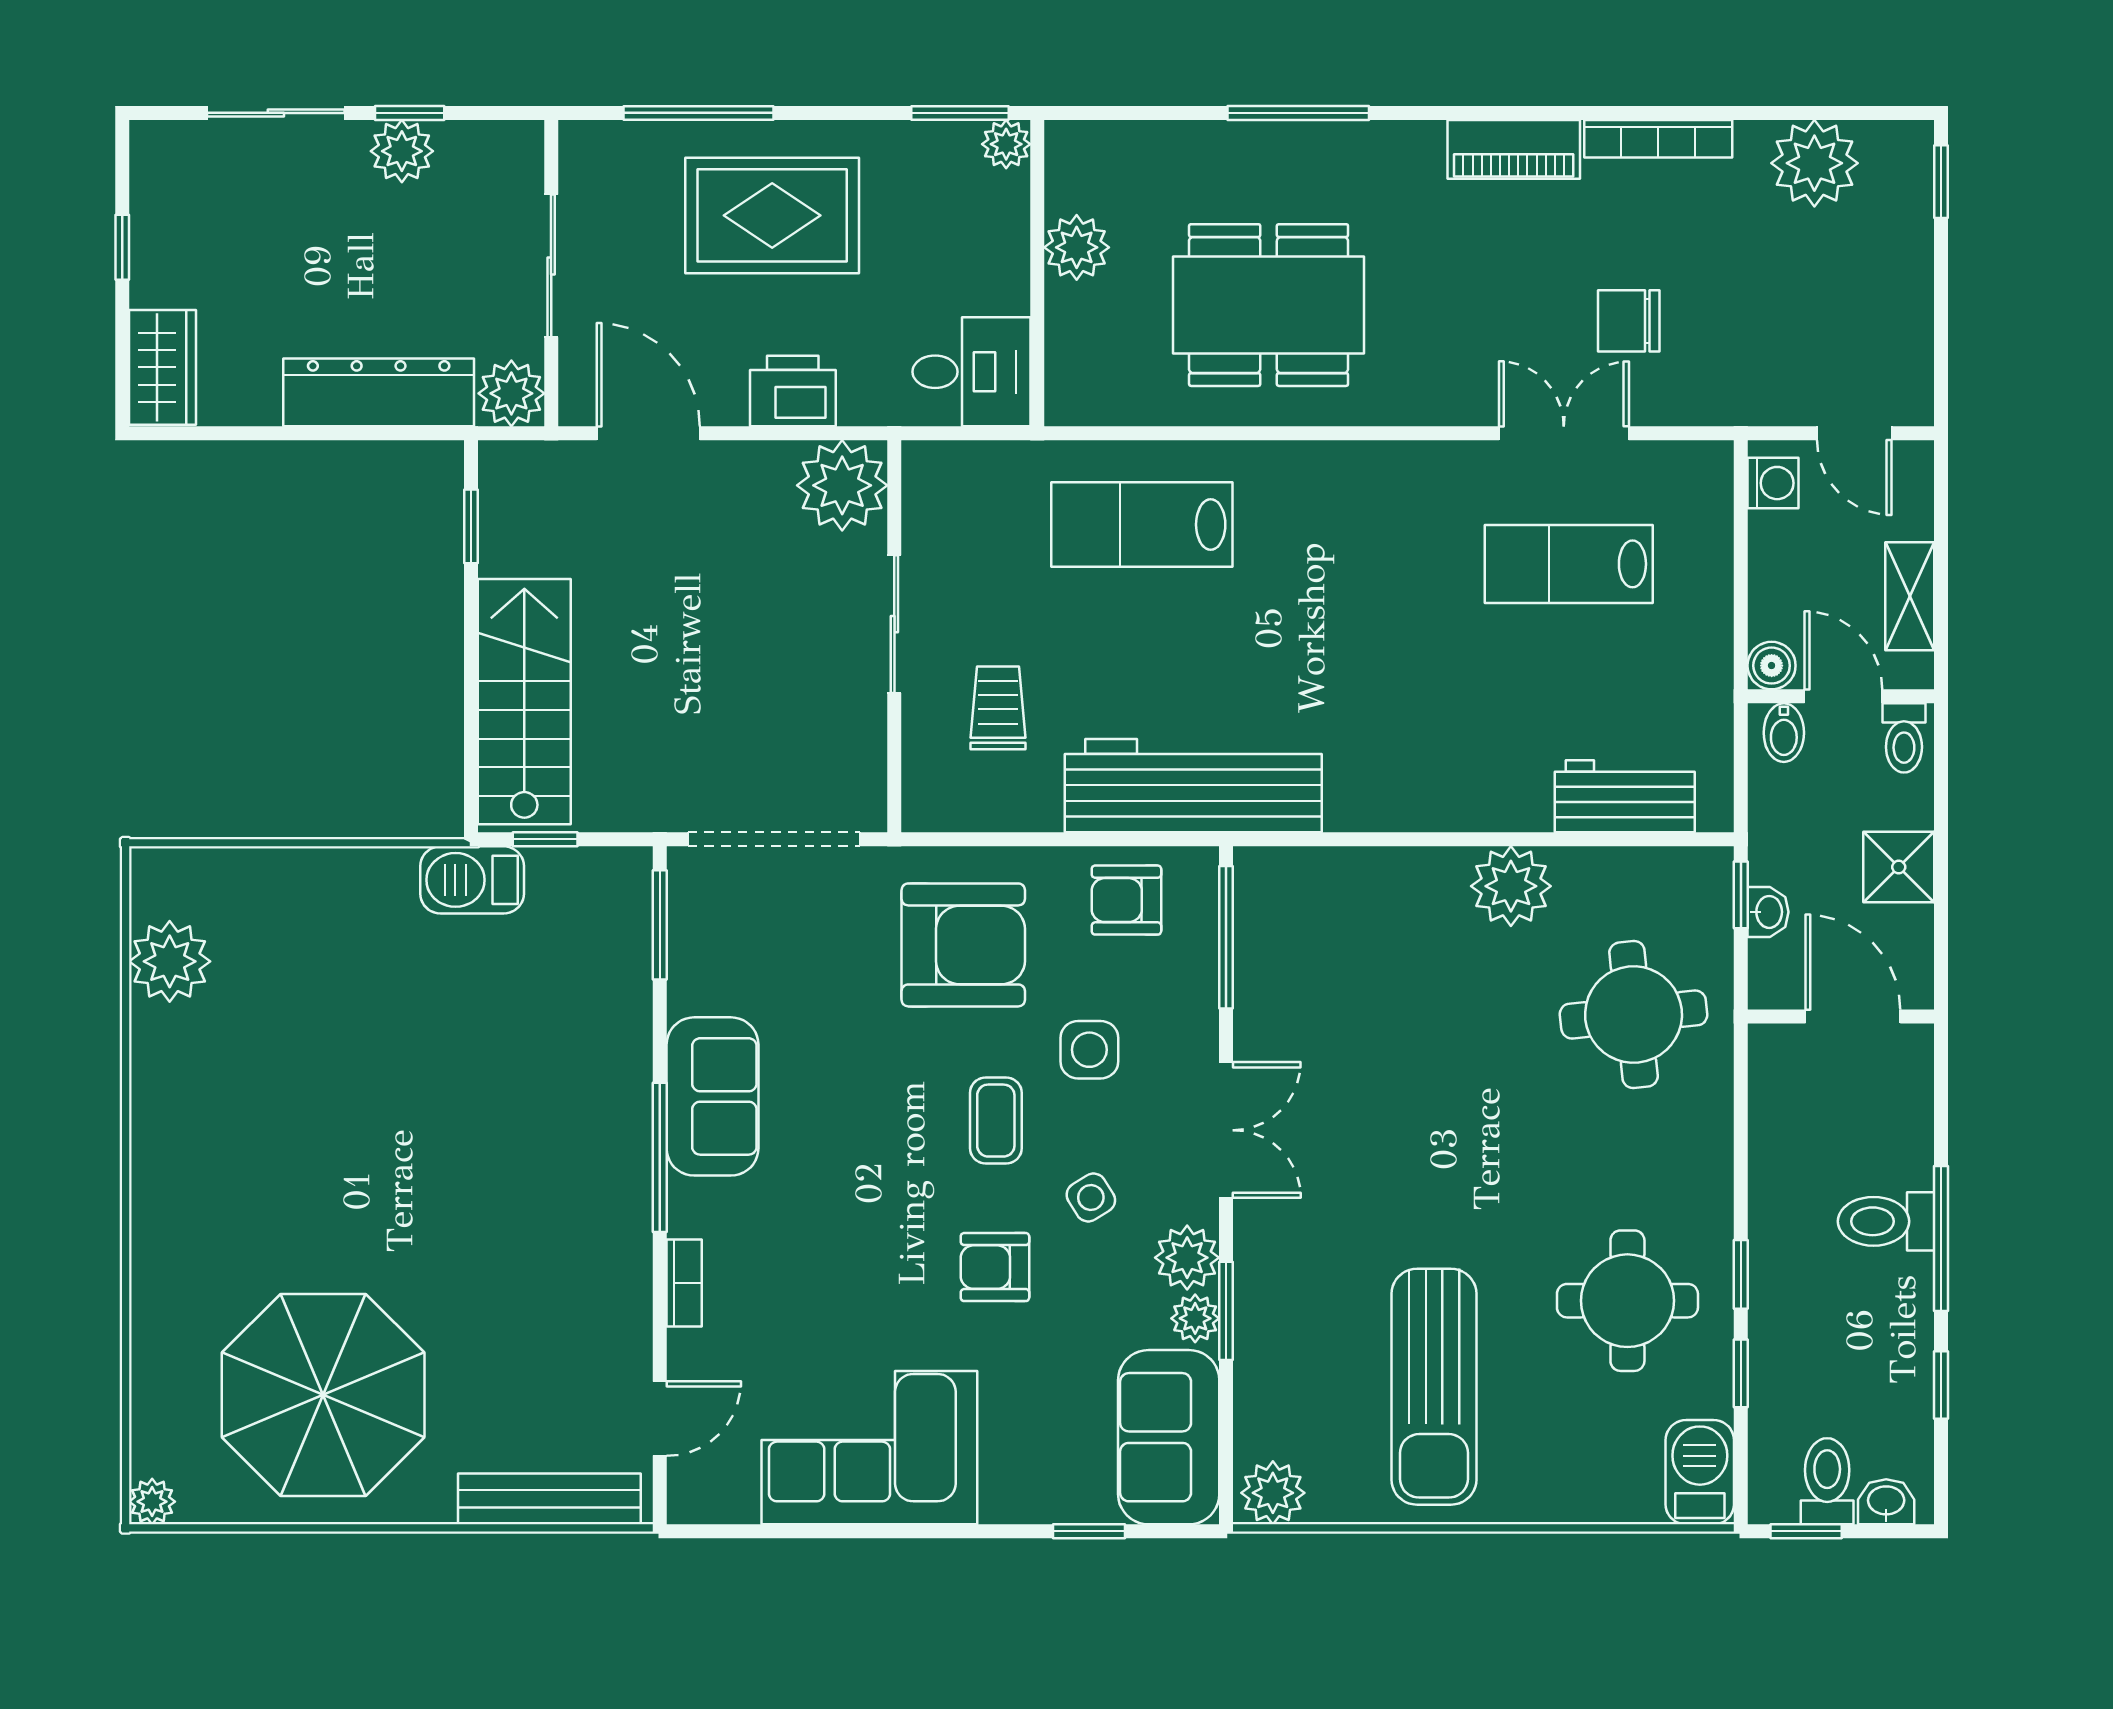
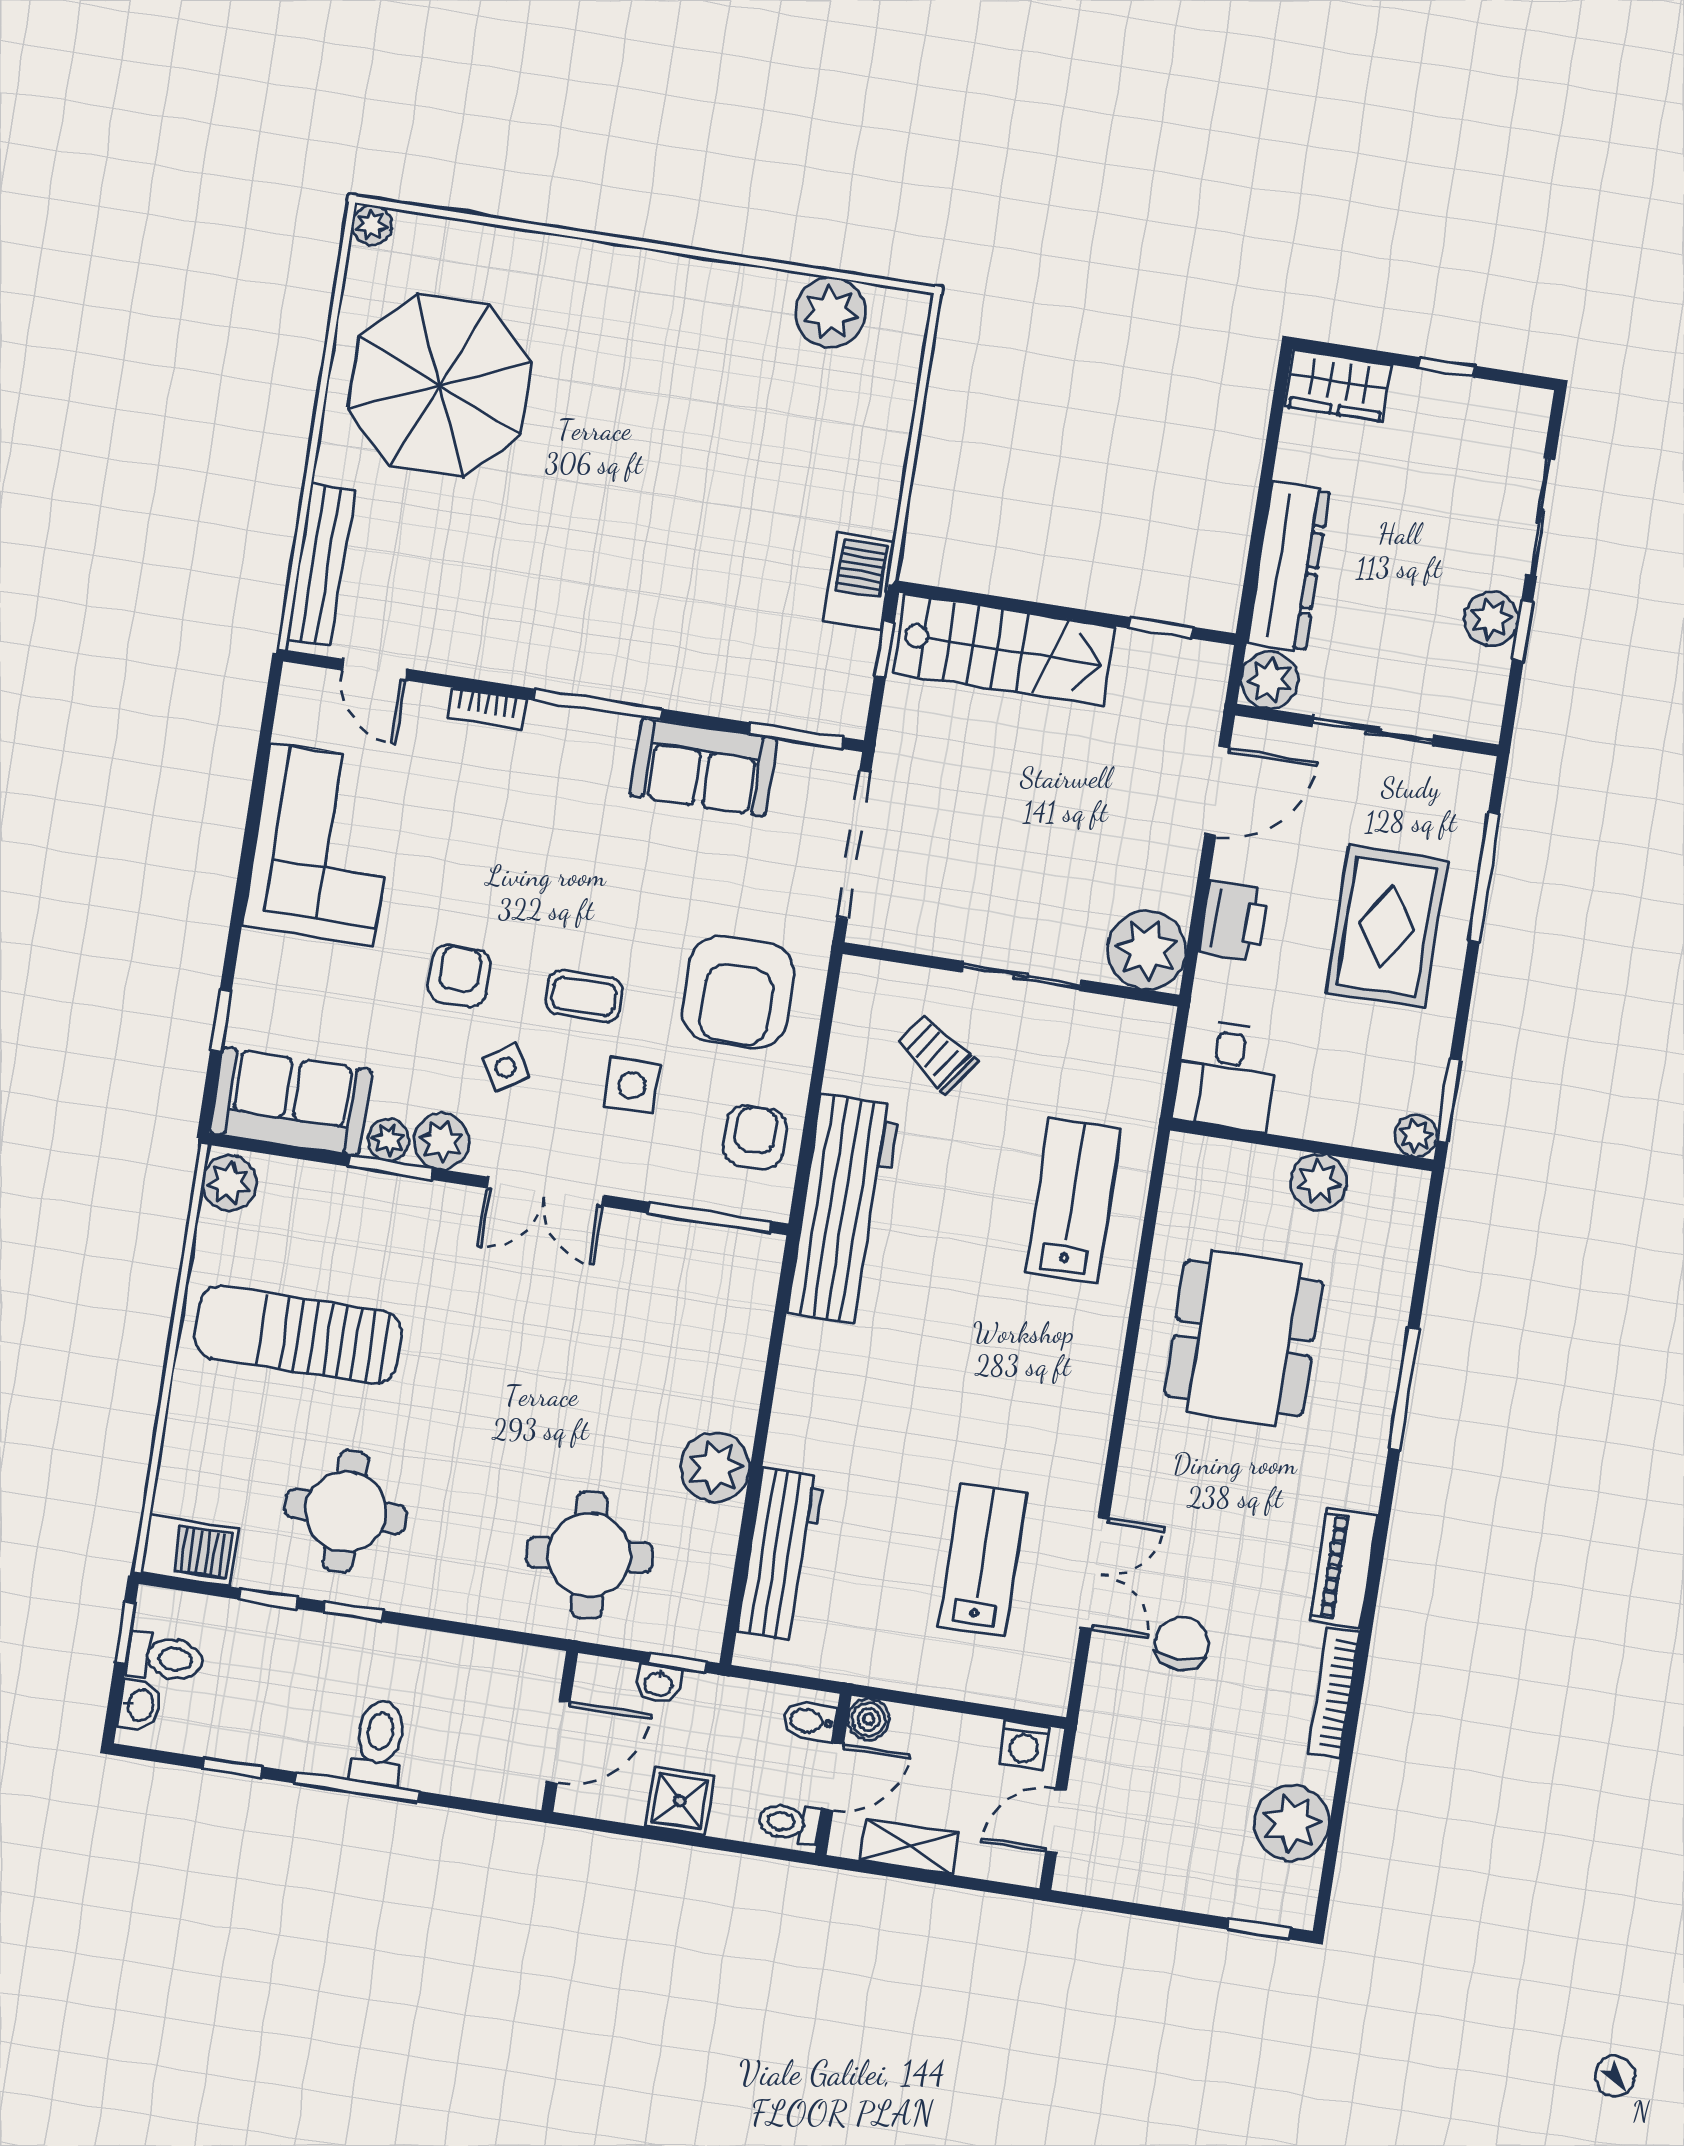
trolley: (998, 708) -> (936, 1053), turned -145
workbench: (1625, 796) -> (780, 1554), width x1.37
sofa: (713, 1096) -> (703, 767), moved

